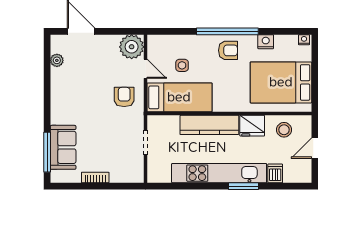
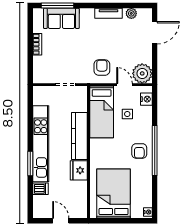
nightstand: (266, 42) -> (146, 99), moved
door: (145, 69) -> (125, 85), swing flipped
tv unit: (57, 89) -> (108, 13), added
armchair: (124, 97) -> (102, 68), turned -90
stool: (284, 130) -> (76, 196), removed

